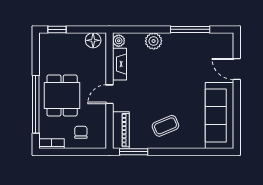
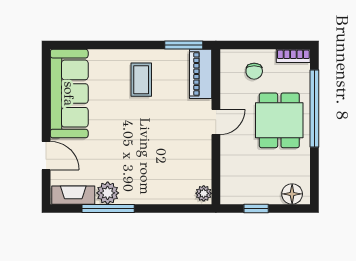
window: (57, 29) -> (256, 208), moved
floor lamp: (93, 40) -> (292, 194), moved
plant: (154, 41) -> (108, 193), moved
fireplace: (120, 64) -> (73, 195), moved, turned 90
coffee table: (165, 126) -> (141, 80), turned -67

